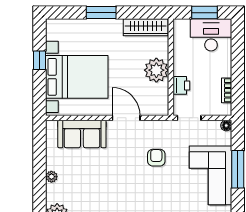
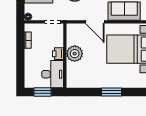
wardrobe: (146, 27) -> (82, 82), removed
desk: (211, 35) -> (53, 74), moved, turned -90
printer: (181, 85) -> (58, 54), moved

